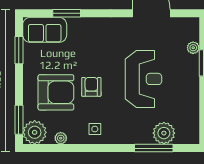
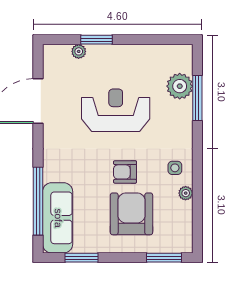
window: (67, 13) -> (38, 201), width x2.11
sofa: (45, 30) -> (58, 218), width x1.36
plant: (35, 132) -> (179, 239), removed
plant: (61, 138) -> (186, 193), moved

